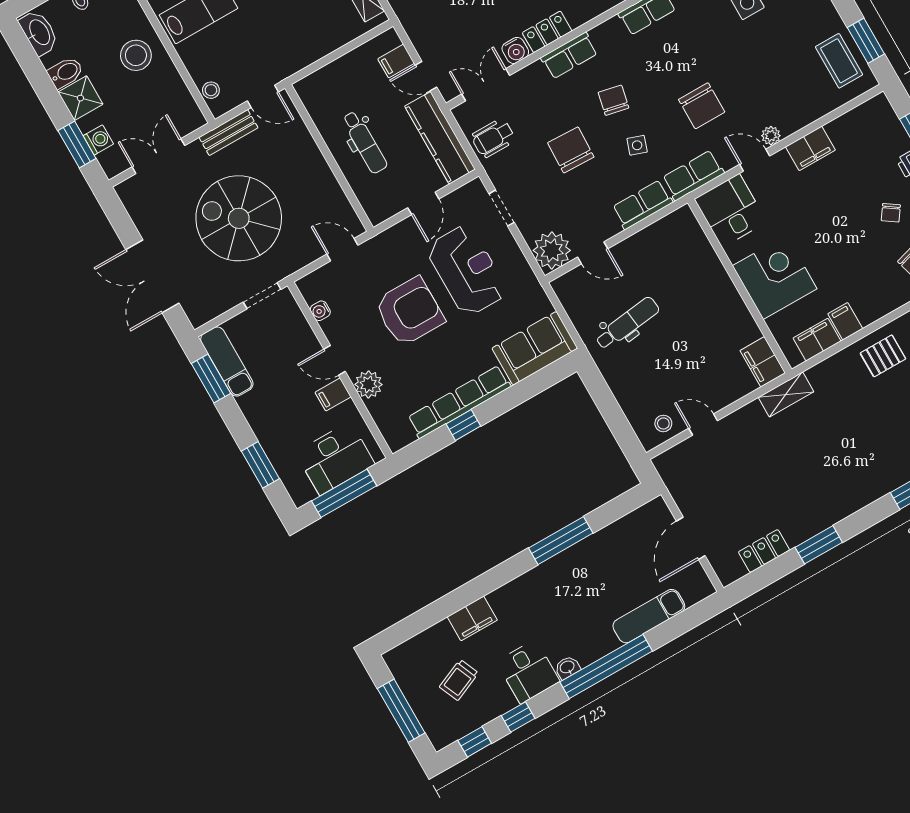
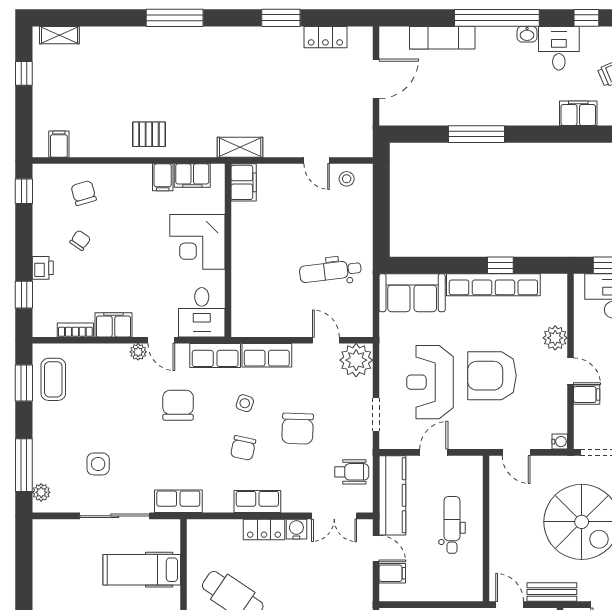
bookcase: (845, 122) -> (75, 330), added
water cooler: (320, 311) -> (560, 442), moved
filing cabinet: (333, 394) -> (587, 395), moved

